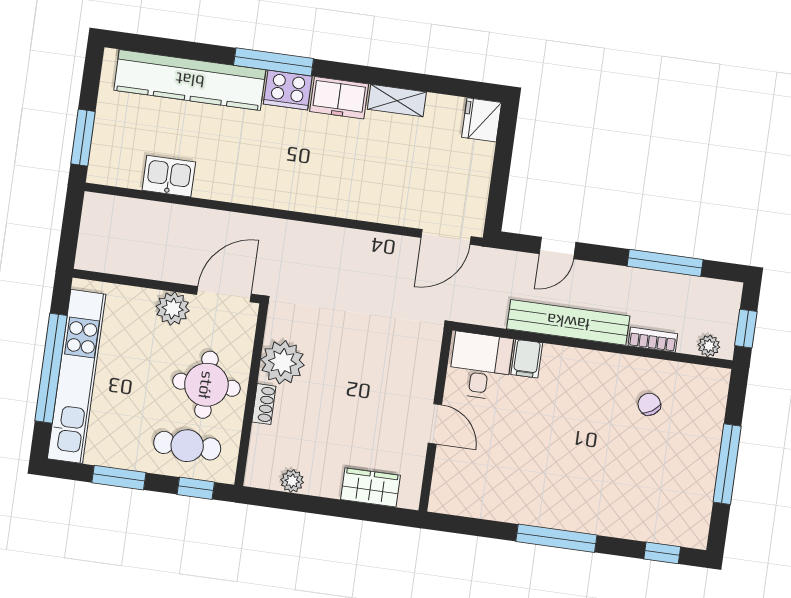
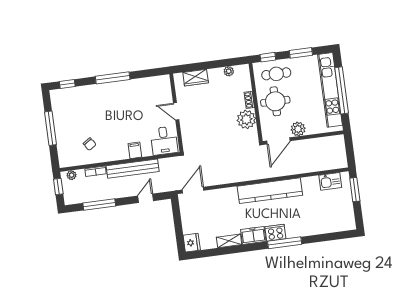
kitchen counter: (190, 80) -> (270, 191), moved, turned 180
kitchen sink: (169, 176) -> (330, 181), moved
filing cabinet: (527, 359) -> (135, 150), moved

